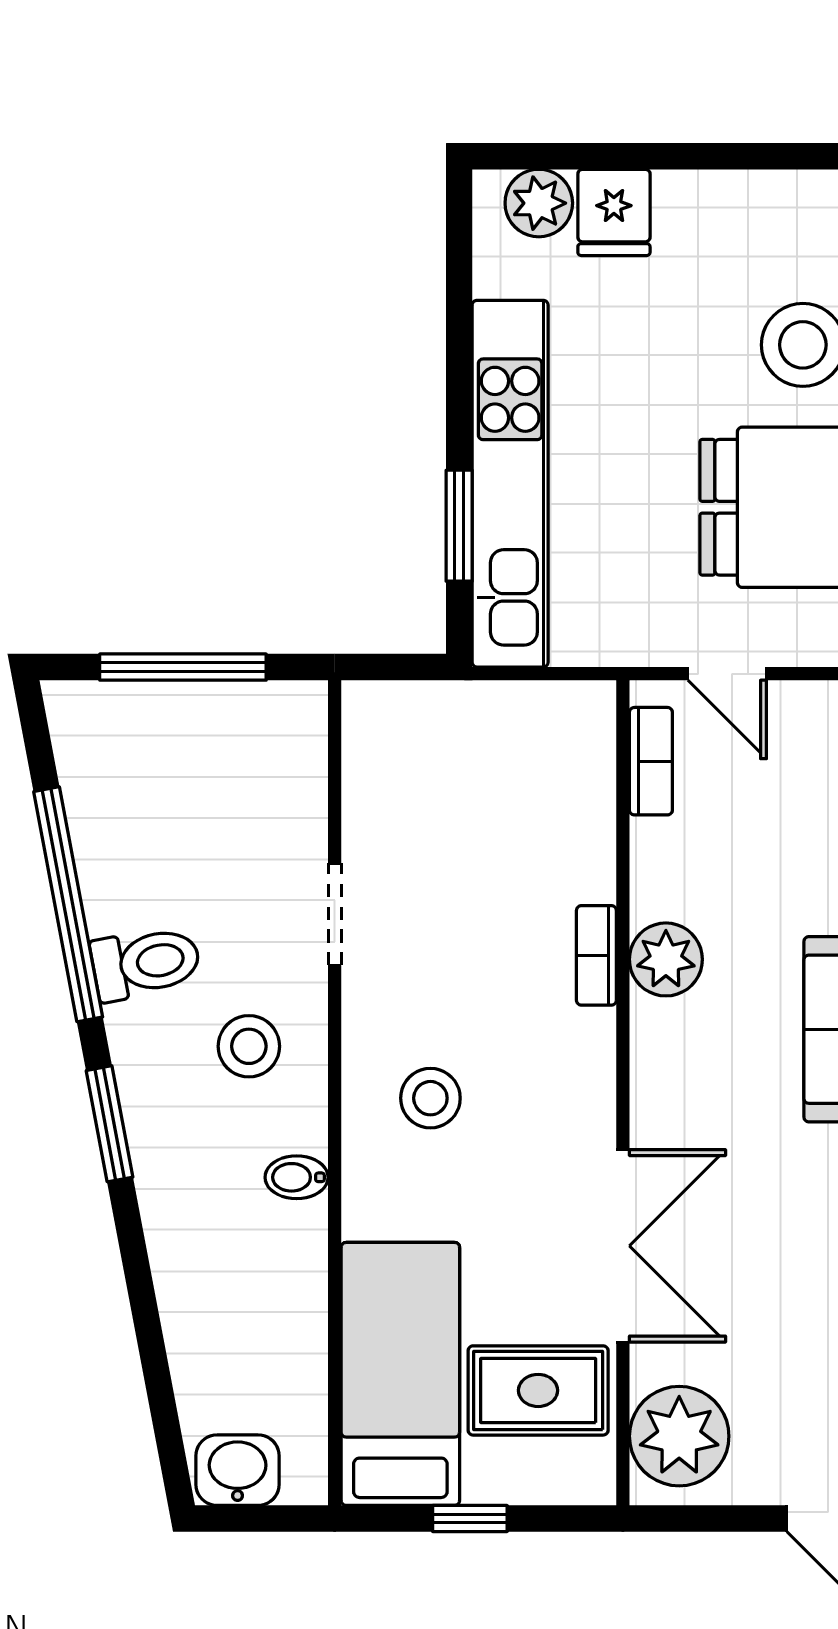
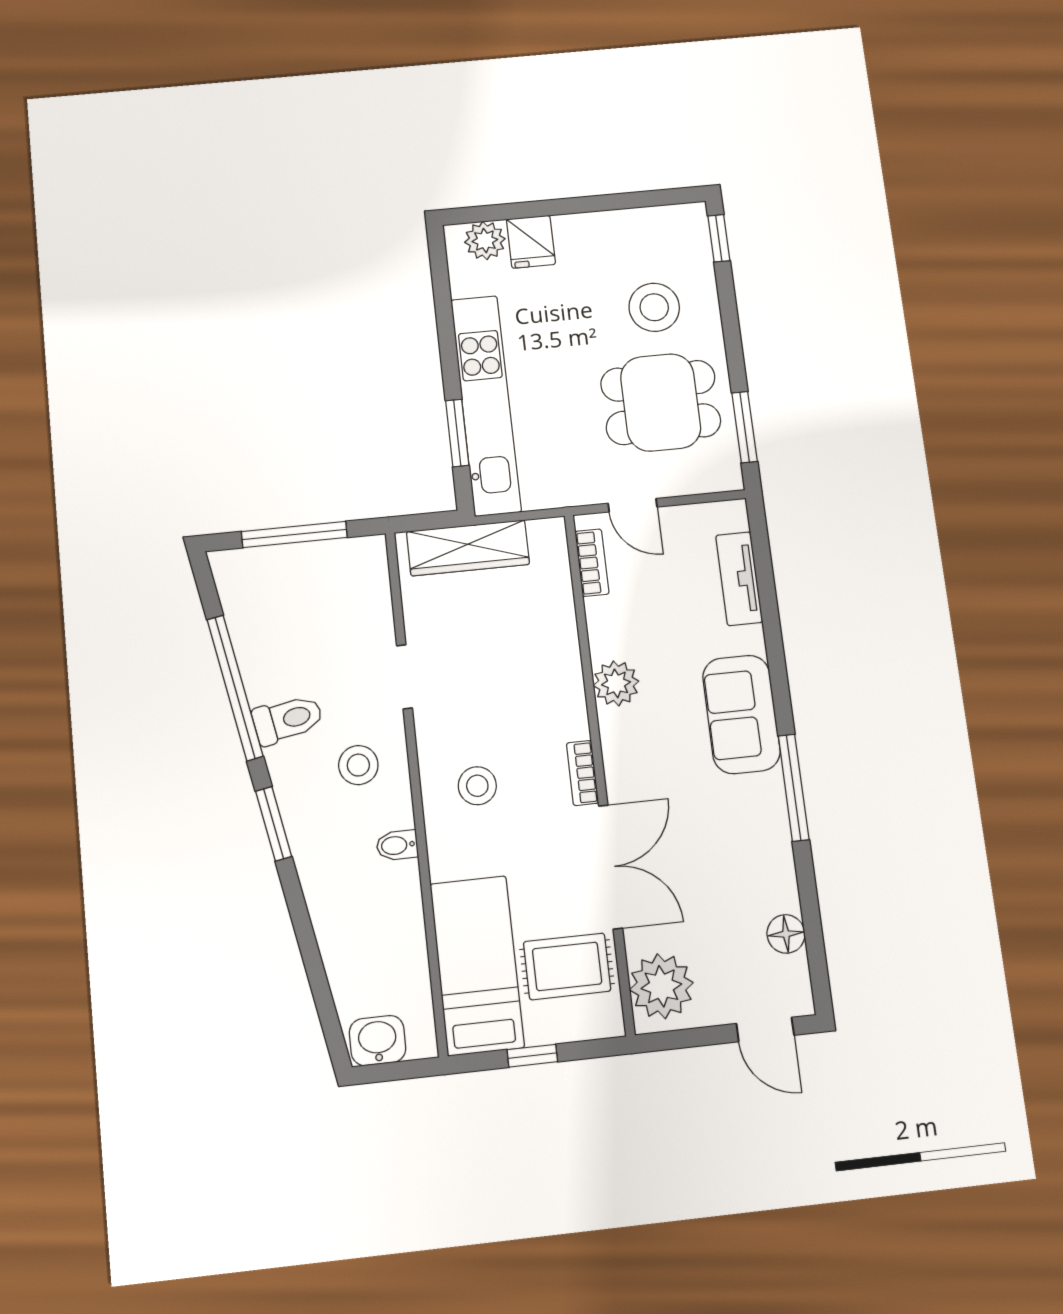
wardrobe: (456, 717) -> (468, 548), added
bookcase: (596, 955) -> (582, 773), moved

